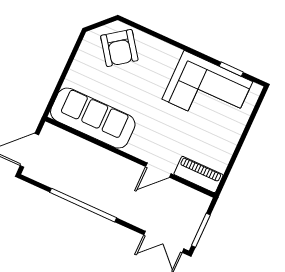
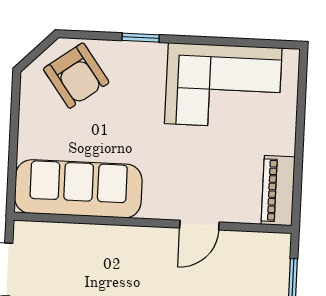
window: (231, 69) -> (141, 38), moved
piano: (198, 175) -> (278, 191), moved, turned -90

